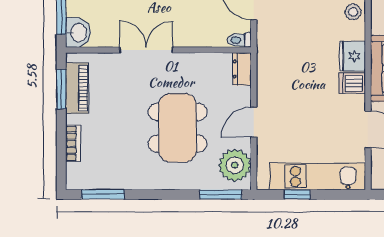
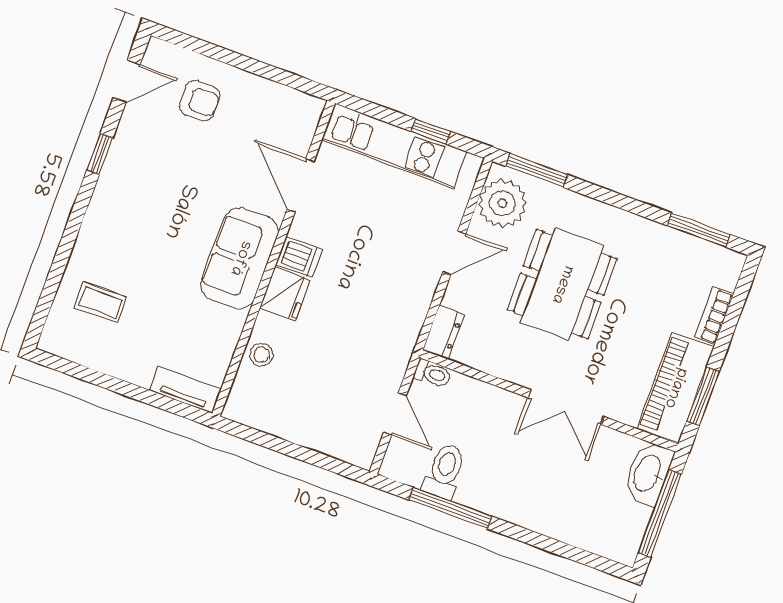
washbasin: (78, 33) -> (648, 473), width x1.38
piano: (77, 88) -> (675, 388), width x1.37, depth x1.33

